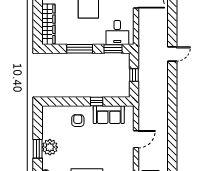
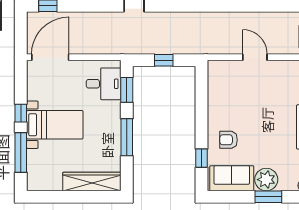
window: (97, 102) -> (202, 158), moved
sofa: (109, 115) -> (232, 178), moved, turned -90

